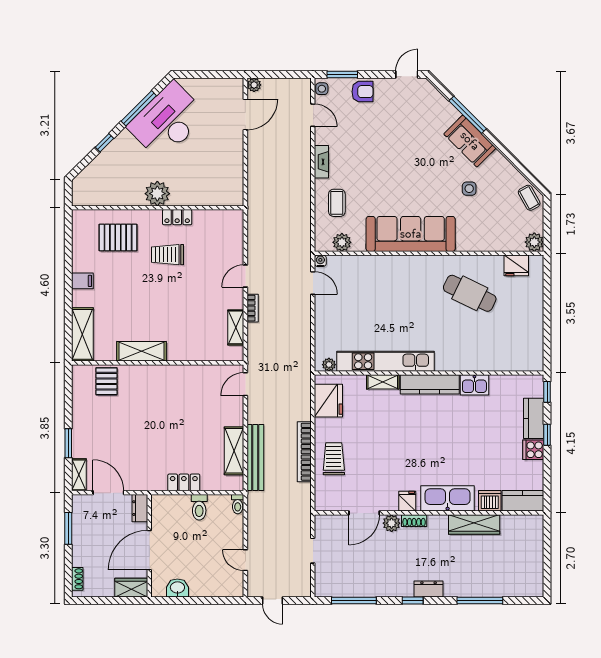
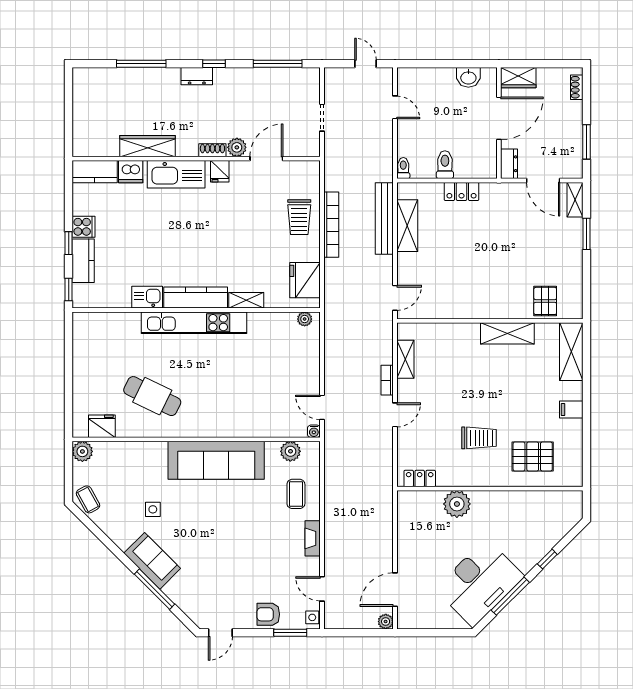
plant: (157, 194) -> (457, 504), moved
locker: (177, 217) -> (420, 478), moved
kitchen unit: (386, 361) -> (194, 323), moved

